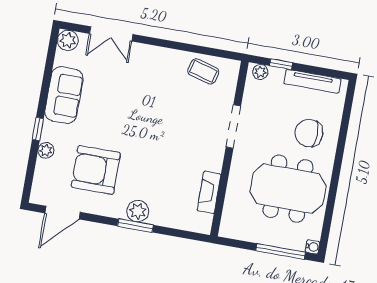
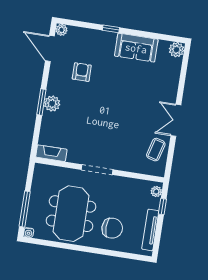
double door: (111, 34) -> (176, 120), moved
doorway: (233, 127) -> (97, 170), moved
chair: (309, 133) -> (112, 228), turned 90
plant: (46, 150) -> (61, 30), moved
armchair: (96, 170) -> (82, 72), width x0.53, depth x0.53
fireplace: (209, 192) -> (51, 153), moved

